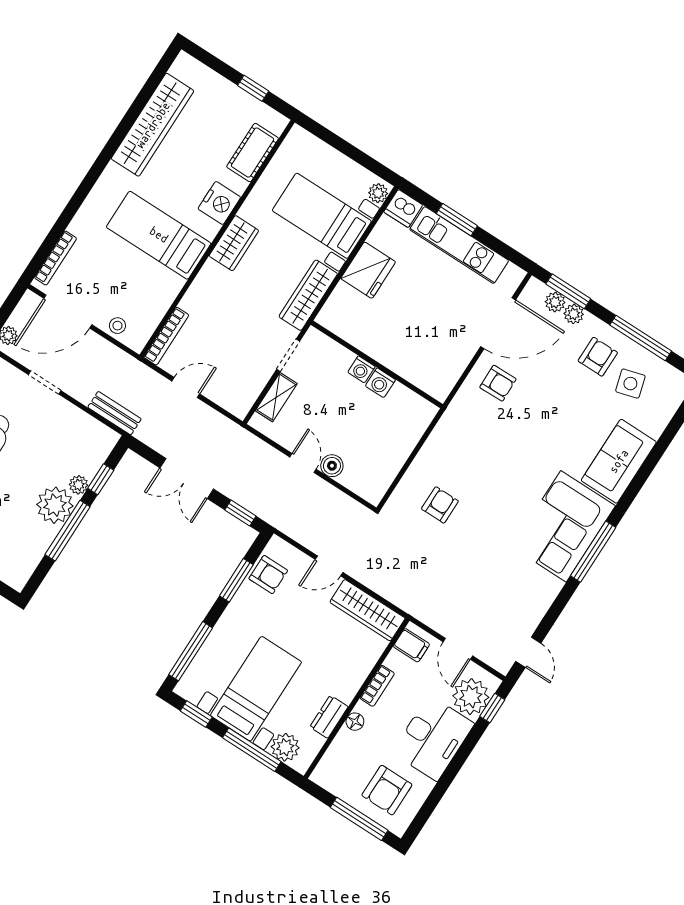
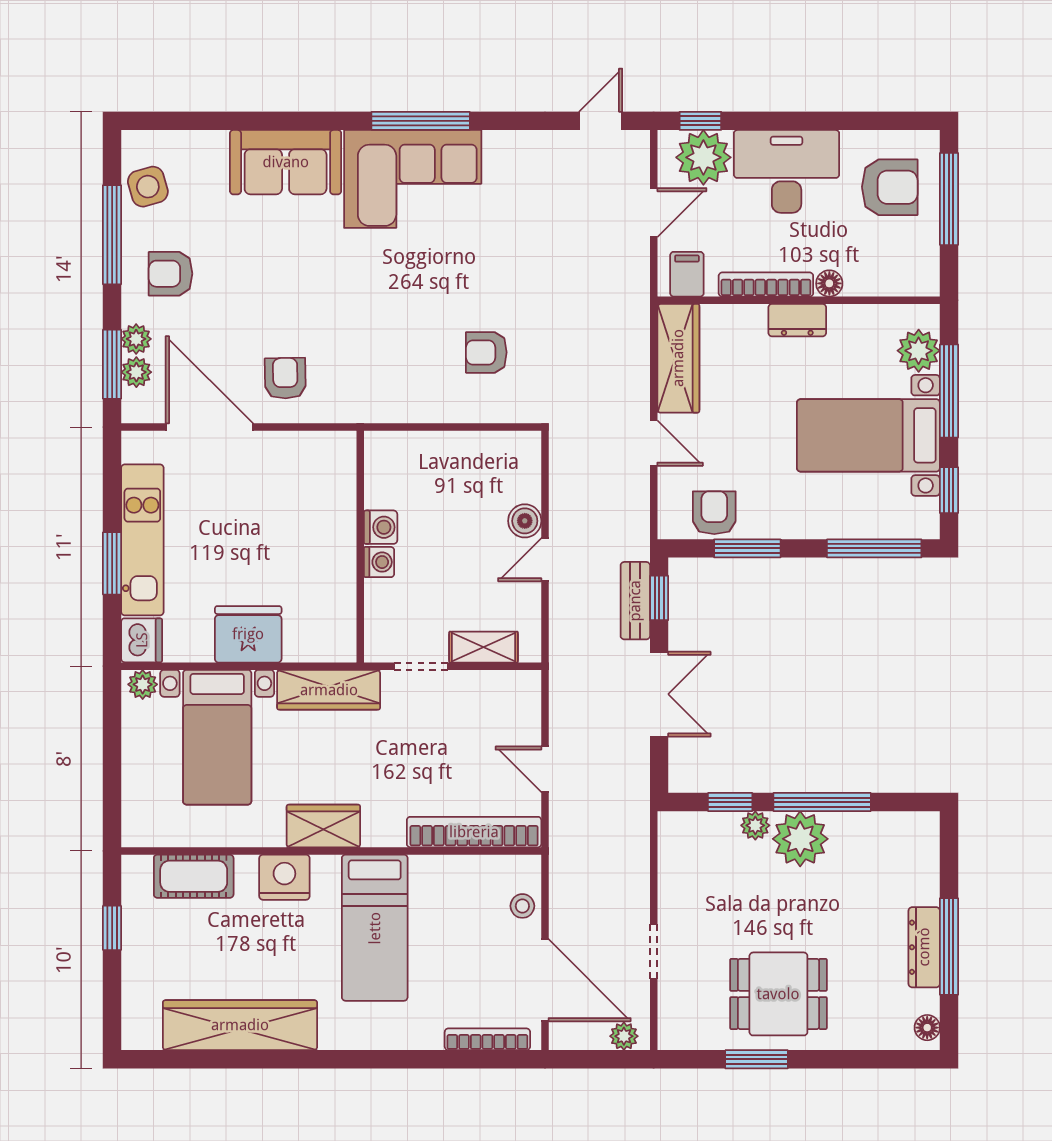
bookcase: (166, 336) -> (474, 832), width x1.48, depth x1.31
side table: (630, 384) -> (148, 187), moved
bench: (115, 413) -> (635, 601), moved
bookcase: (377, 686) -> (766, 285), width x1.56
dresser: (329, 717) -> (797, 320), moved

